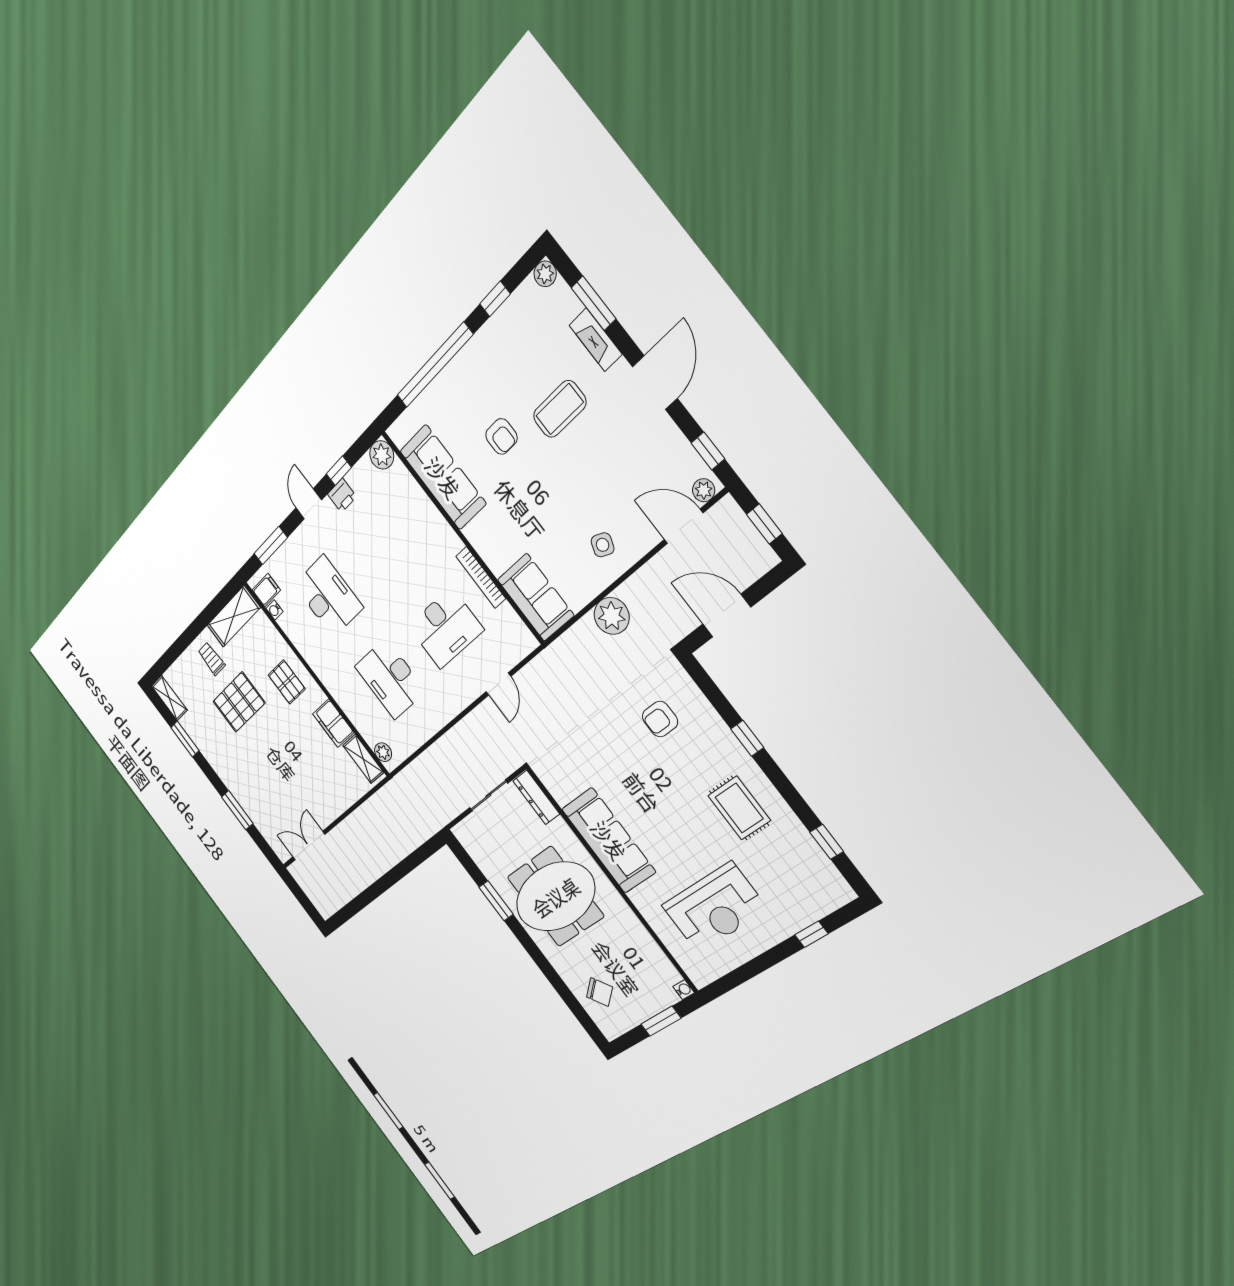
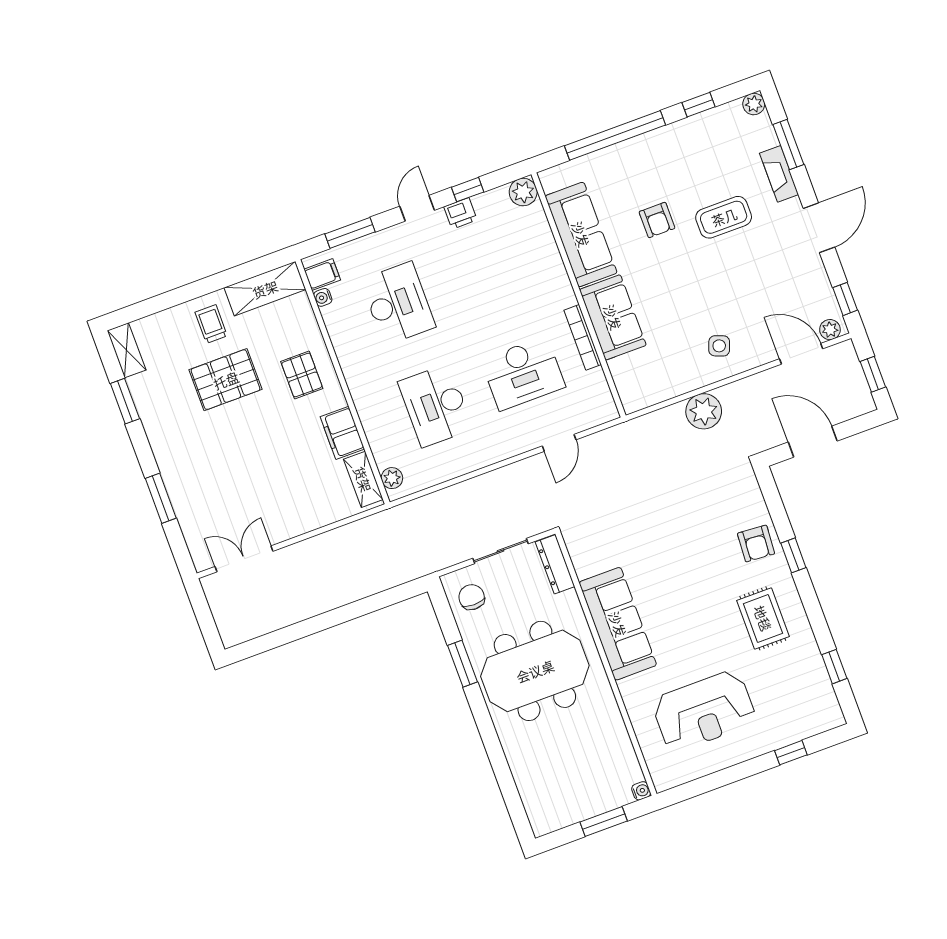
sofa: (536, 597) -> (613, 317), moved
armchair: (660, 719) -> (756, 544), moved, turned -86
chair: (600, 992) -> (472, 597), moved, turned -143

